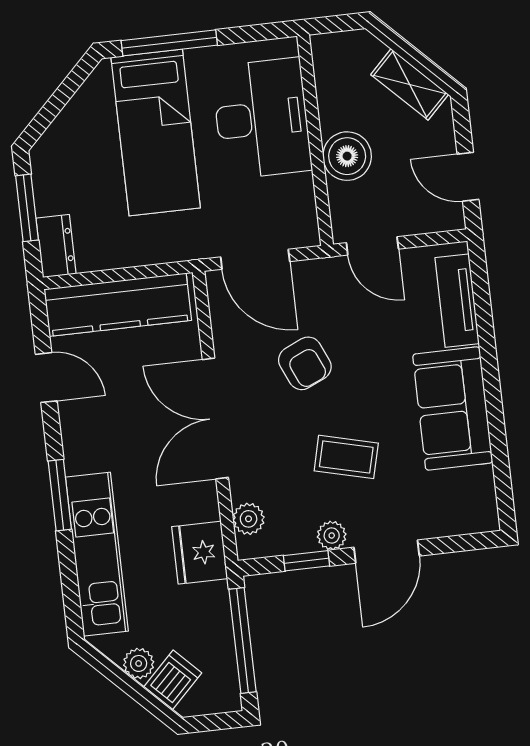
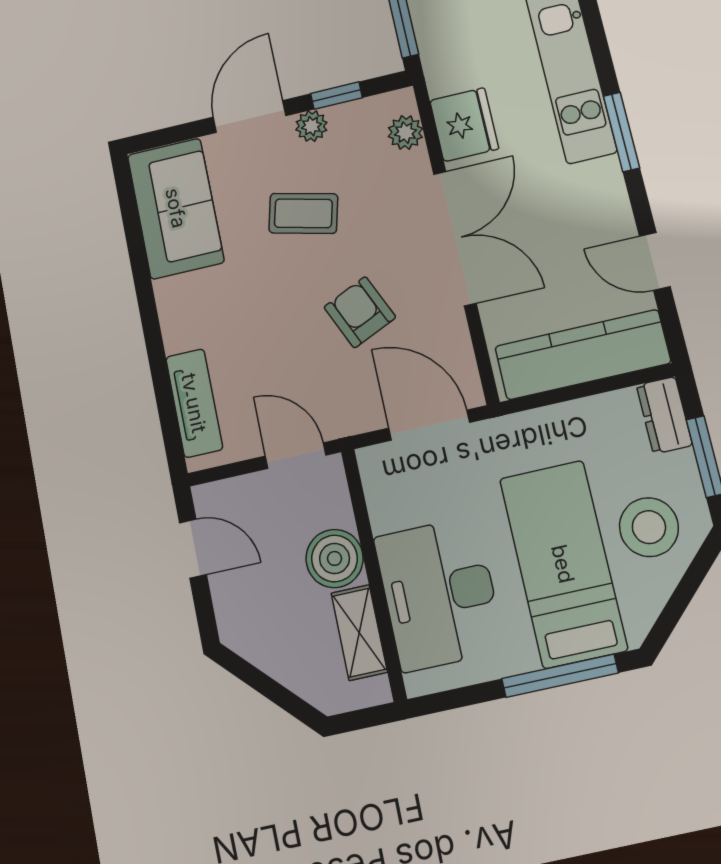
shelving: (410, 84) -> (359, 632), moved, turned 45
stool: (81, 155) -> (649, 527), added
sofa: (453, 409) -> (176, 208), moved
fridge: (200, 553) -> (464, 125), moved

